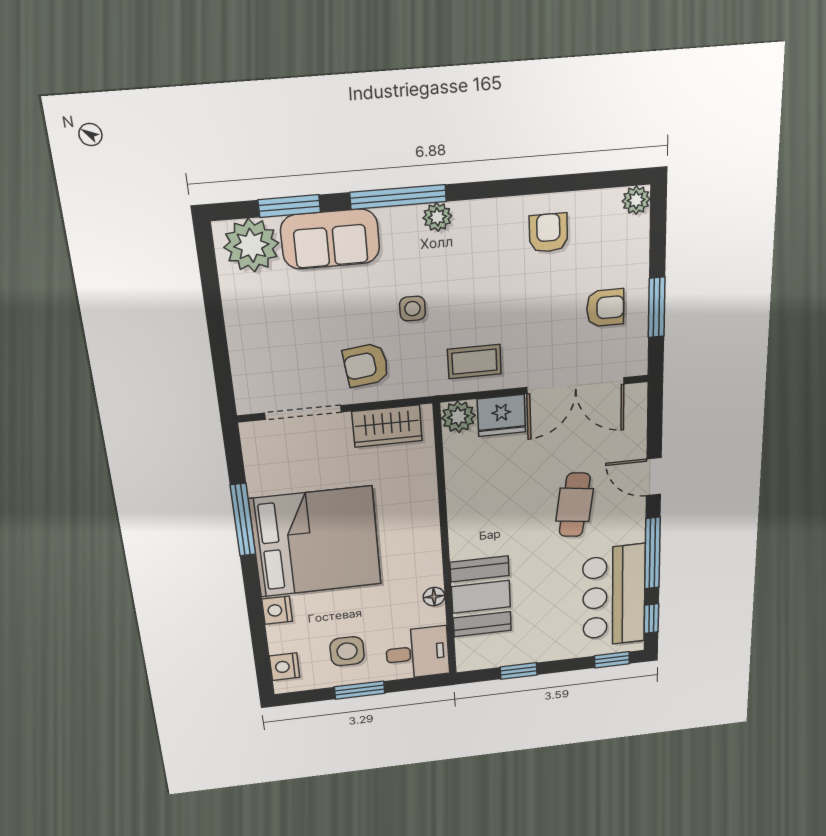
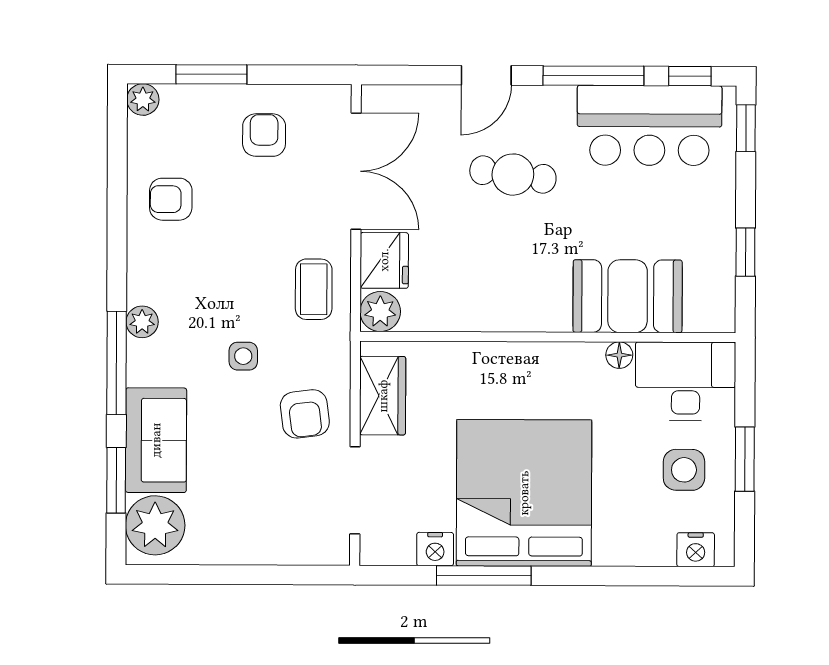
window: (657, 307) -> (211, 74), moved
nightstand: (277, 610) -> (435, 549), moved
desk: (417, 653) -> (686, 381), width x1.37

